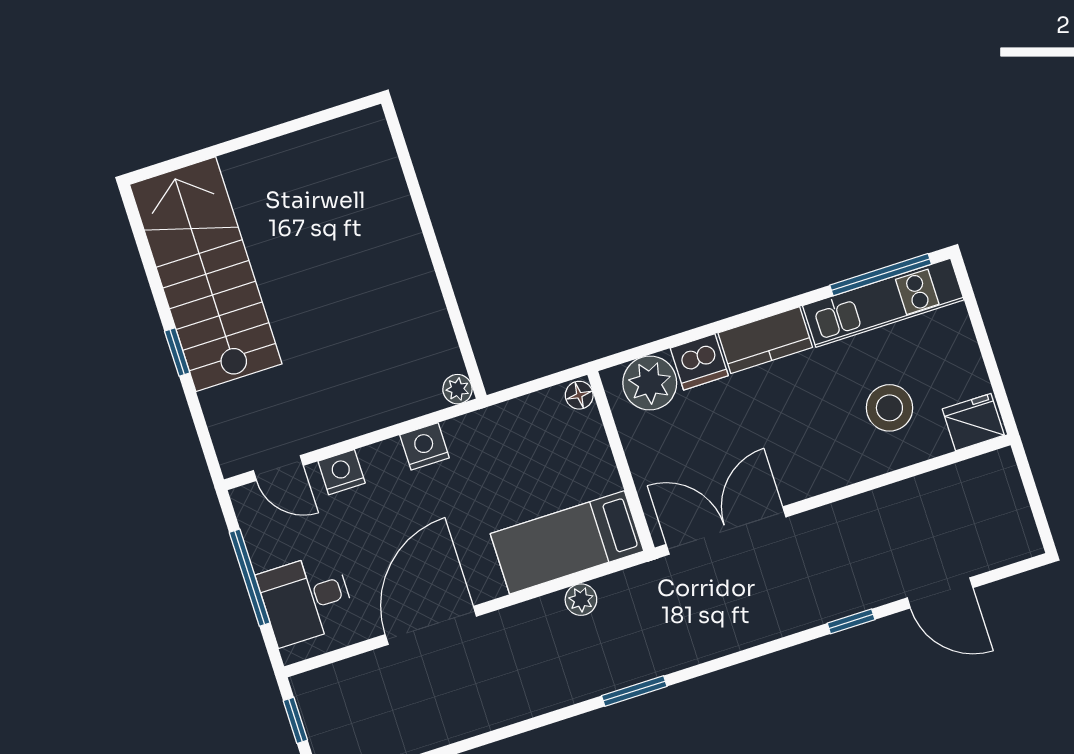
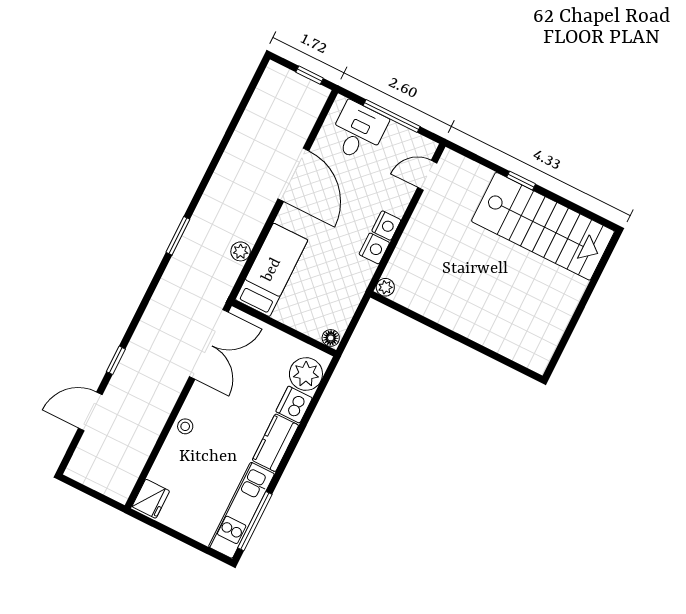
stool: (889, 408) -> (185, 426), moved, width x0.53, depth x0.53
nightstand: (342, 472) -> (386, 226), moved

